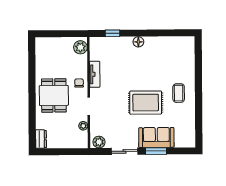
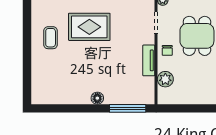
window: (113, 33) -> (128, 108), width x2.17
plant: (80, 47) -> (165, 79), moved

